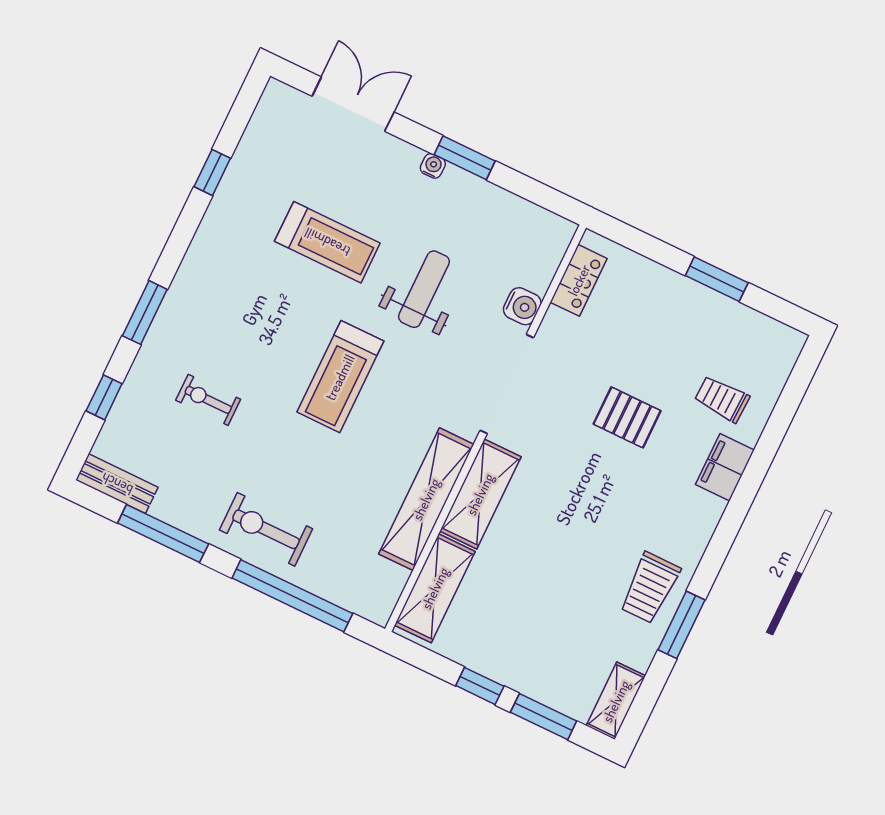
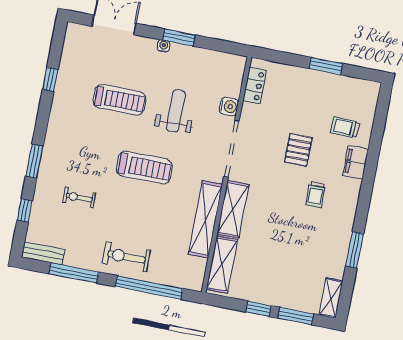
treadmill: (340, 377) -> (144, 168), turned -90
pallet: (627, 417) -> (298, 150), turned 90
trolley: (650, 588) -> (315, 195), moved, width x0.73, depth x0.72

